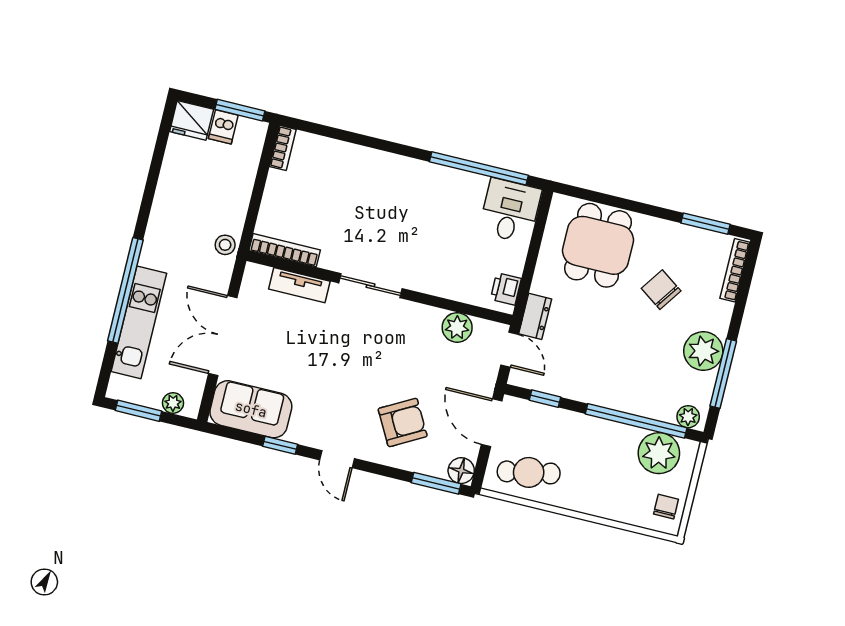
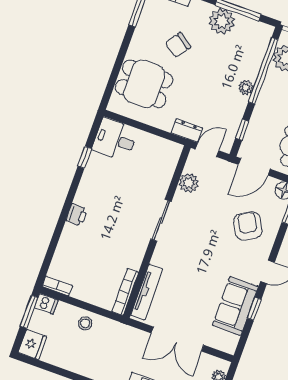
dishwasher: (223, 127) -> (46, 304), moved
window: (479, 168) -> (85, 157), width x0.32
stool: (225, 245) -> (85, 323), moved
tv unit: (299, 285) -> (147, 292), width x1.41
sliding door: (371, 286) -> (161, 220), moved
printer: (506, 289) -> (77, 215), moved, turned -90
sofa: (251, 409) -> (235, 306), moved
plant: (688, 417) -> (246, 88), moved

